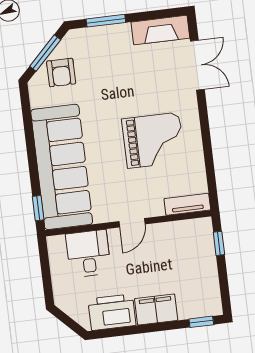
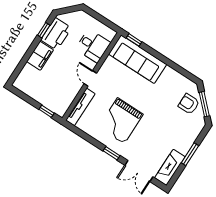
window: (106, 21) -> (190, 154), moved
window: (204, 118) -> (111, 153), added
sofa: (62, 167) -> (138, 59), width x0.74, depth x0.79
tv unit: (187, 204) -> (80, 107), width x1.41
window: (201, 322) -> (44, 30), moved

